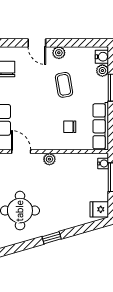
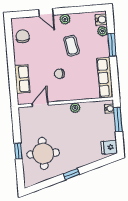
chair: (70, 127) -> (59, 74), moved
door: (21, 152) -> (40, 104), hinge flipped
plant: (49, 159) -> (75, 108), moved

